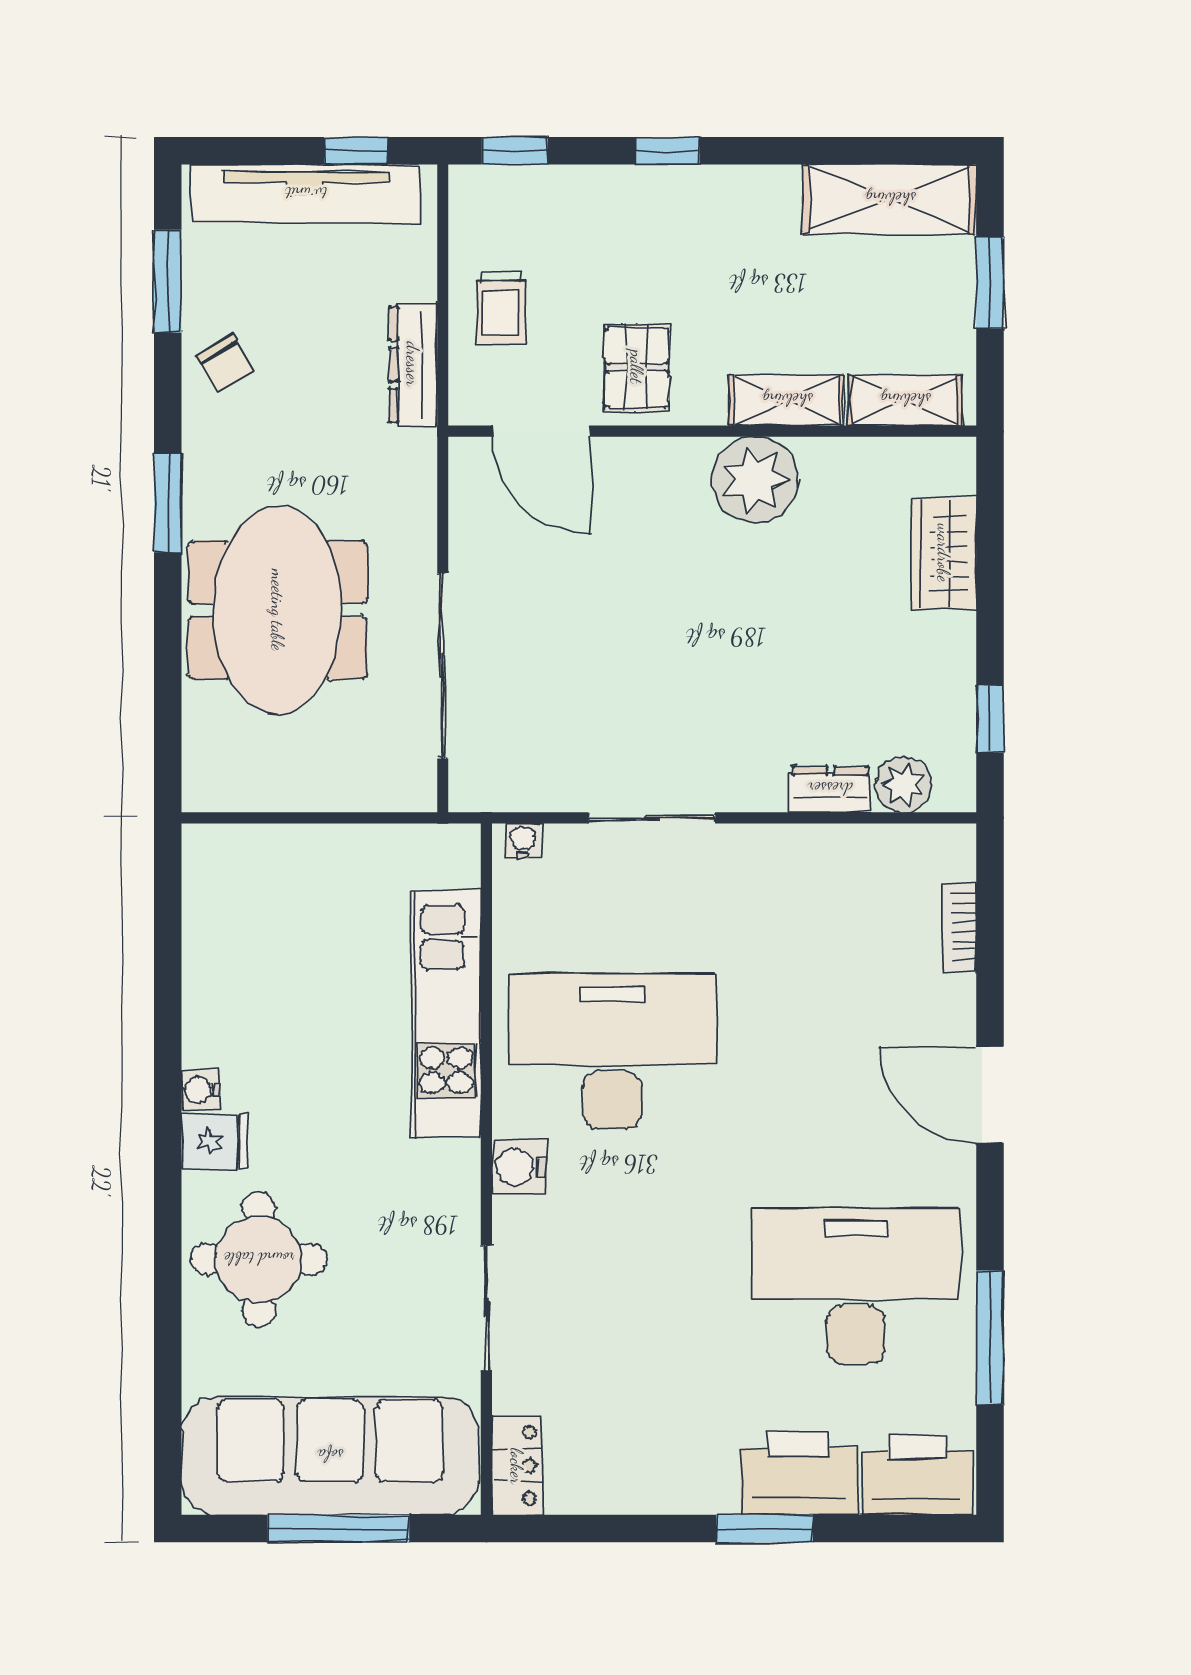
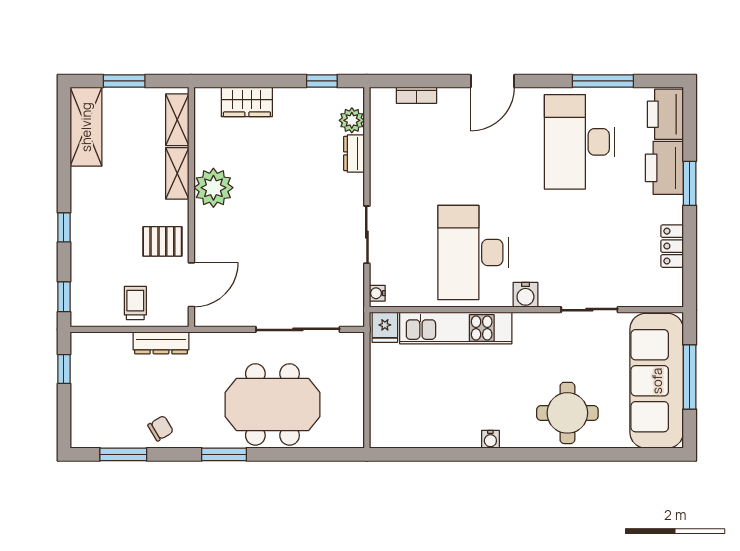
tv unit: (306, 194) -> (83, 392), removed
trolley: (501, 308) -> (135, 303), turned -90
fridge: (215, 1142) -> (385, 327), moved, turned 180
locker: (517, 1466) -> (672, 246), moved, turned -90

